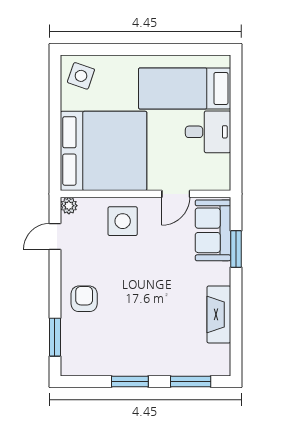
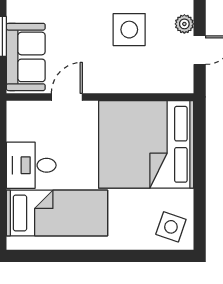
plant: (69, 206) -> (184, 24), moved
side table: (123, 221) -> (129, 30), moved

